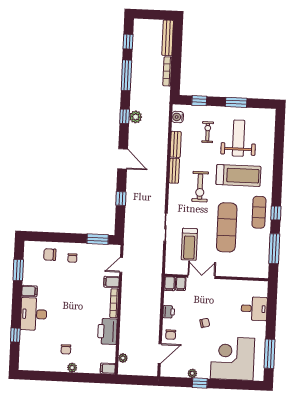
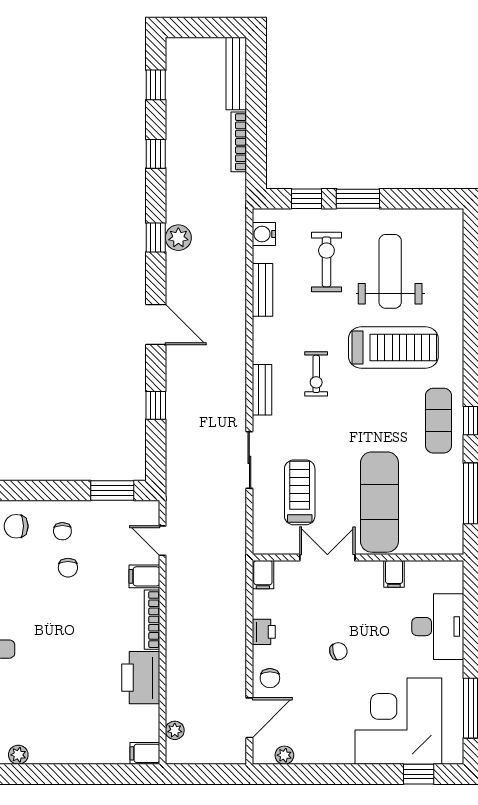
window: (126, 75) -> (156, 154), width x0.46
window: (236, 102) -> (358, 199), moved
exercise bike: (208, 132) -> (326, 262), width x1.38, depth x1.39
bench: (174, 171) -> (262, 390), moved
exercise bike: (200, 187) -> (316, 374), width x0.73, depth x0.72
exercise mat: (227, 227) -> (379, 502), moved
treadmill: (189, 244) -> (300, 492), turned 180
door: (121, 265) -> (163, 541), hinge flipped
filing cabinet: (181, 284) -> (394, 574), moved
desk: (254, 309) -> (438, 627), width x1.37
chair: (66, 349) -> (68, 568), moved
plant: (72, 368) -> (18, 755), moved
plant: (192, 373) -> (284, 755), moved
window: (200, 383) -> (419, 774), moved

